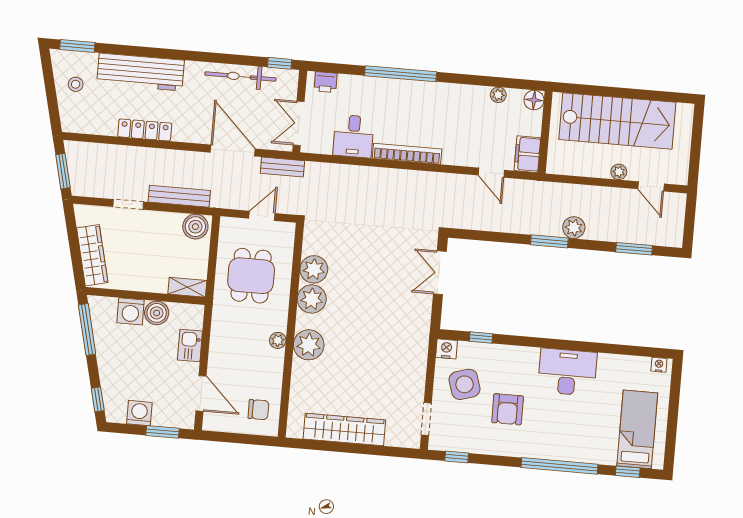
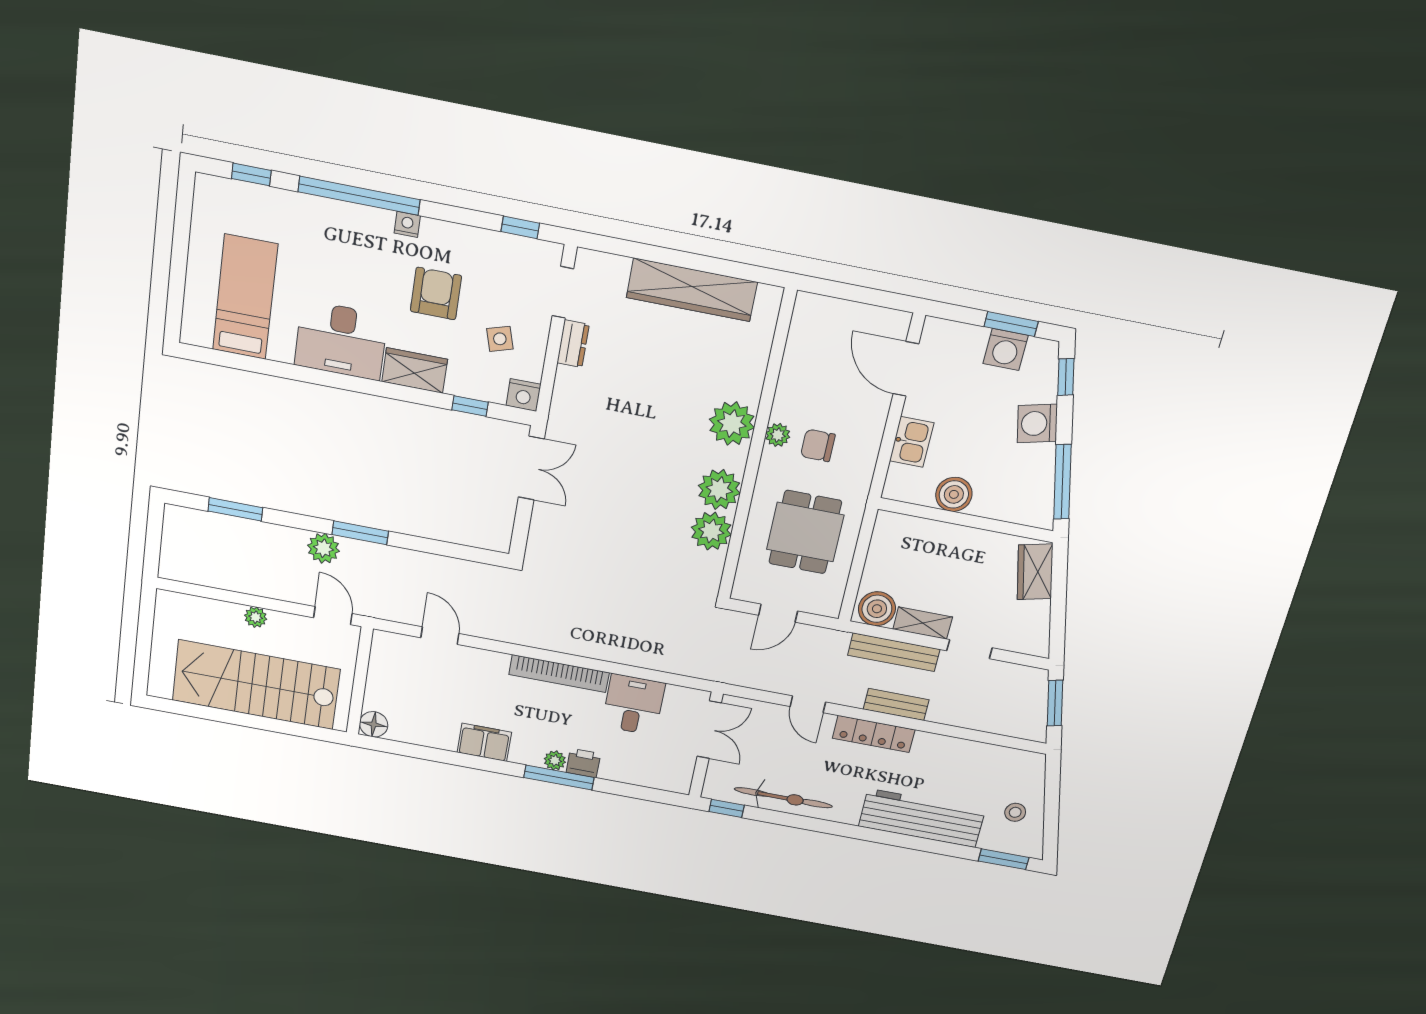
window: (401, 74) -> (559, 778), width x0.68
printer: (326, 82) -> (583, 763), moved
plant: (498, 95) -> (555, 760), moved
locker: (145, 130) -> (874, 734), moved
door: (233, 151) -> (808, 704), width x0.53
filing cabinet: (527, 154) -> (484, 742), moved, turned -90
bench: (282, 167) -> (896, 704), moved
door: (651, 186) -> (333, 616), moved
wardrobe: (92, 255) -> (1035, 572), width x0.67
double door: (440, 273) -> (531, 468), moved
shelving: (187, 287) -> (923, 623), moved
washing machine: (131, 311) -> (1037, 423), moved, turned -104
wardrobe: (519, 357) -> (415, 370), added
nightstand: (659, 365) -> (407, 224), moved, turned 180
side table: (465, 384) -> (500, 339), width x0.54, depth x0.54
dresser: (417, 386) -> (573, 344), added
chair: (258, 410) -> (818, 445), moved
bed: (637, 429) -> (245, 297), moved, turned 180
window: (162, 432) -> (1011, 324), moved

